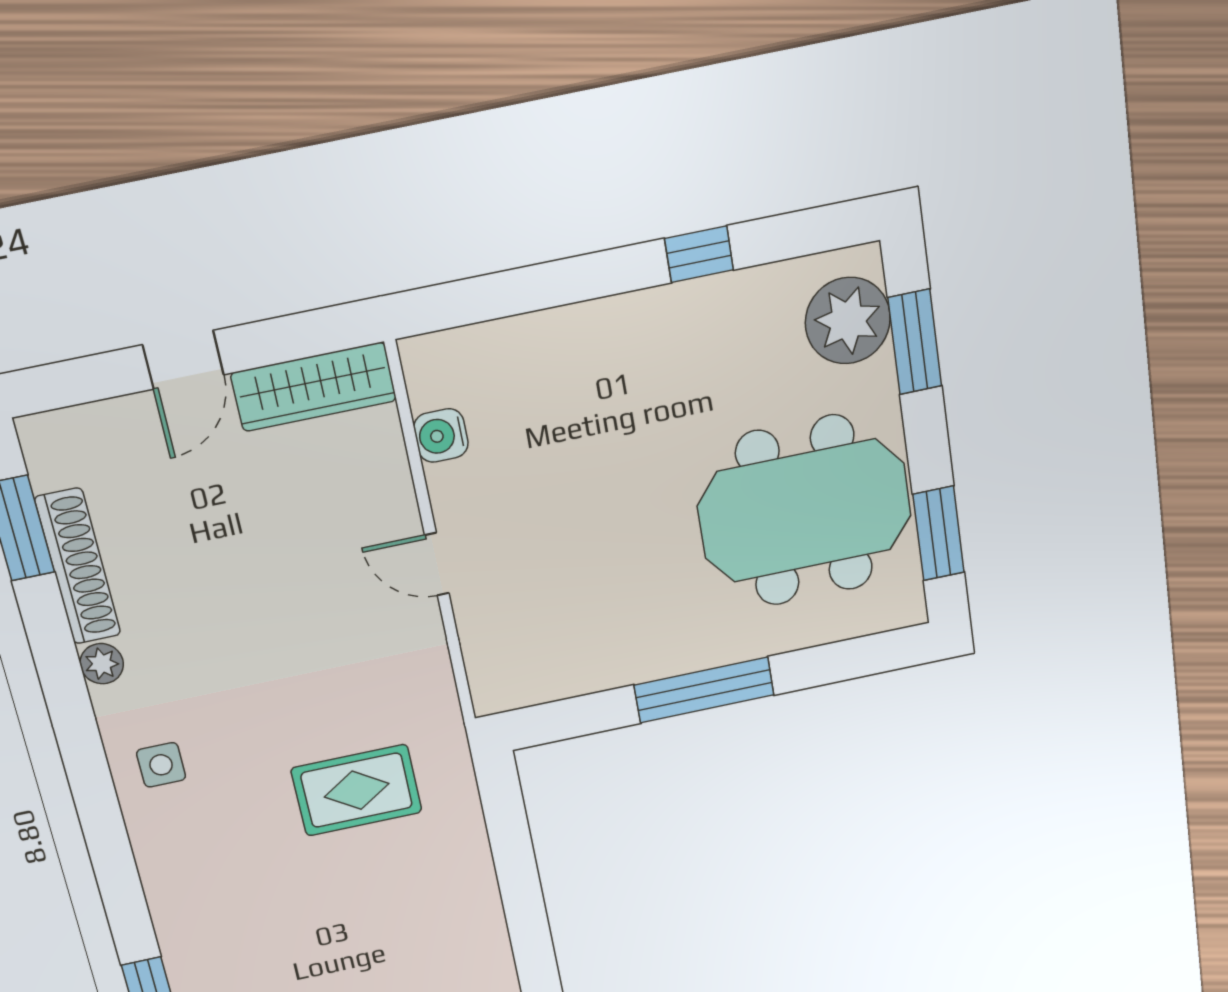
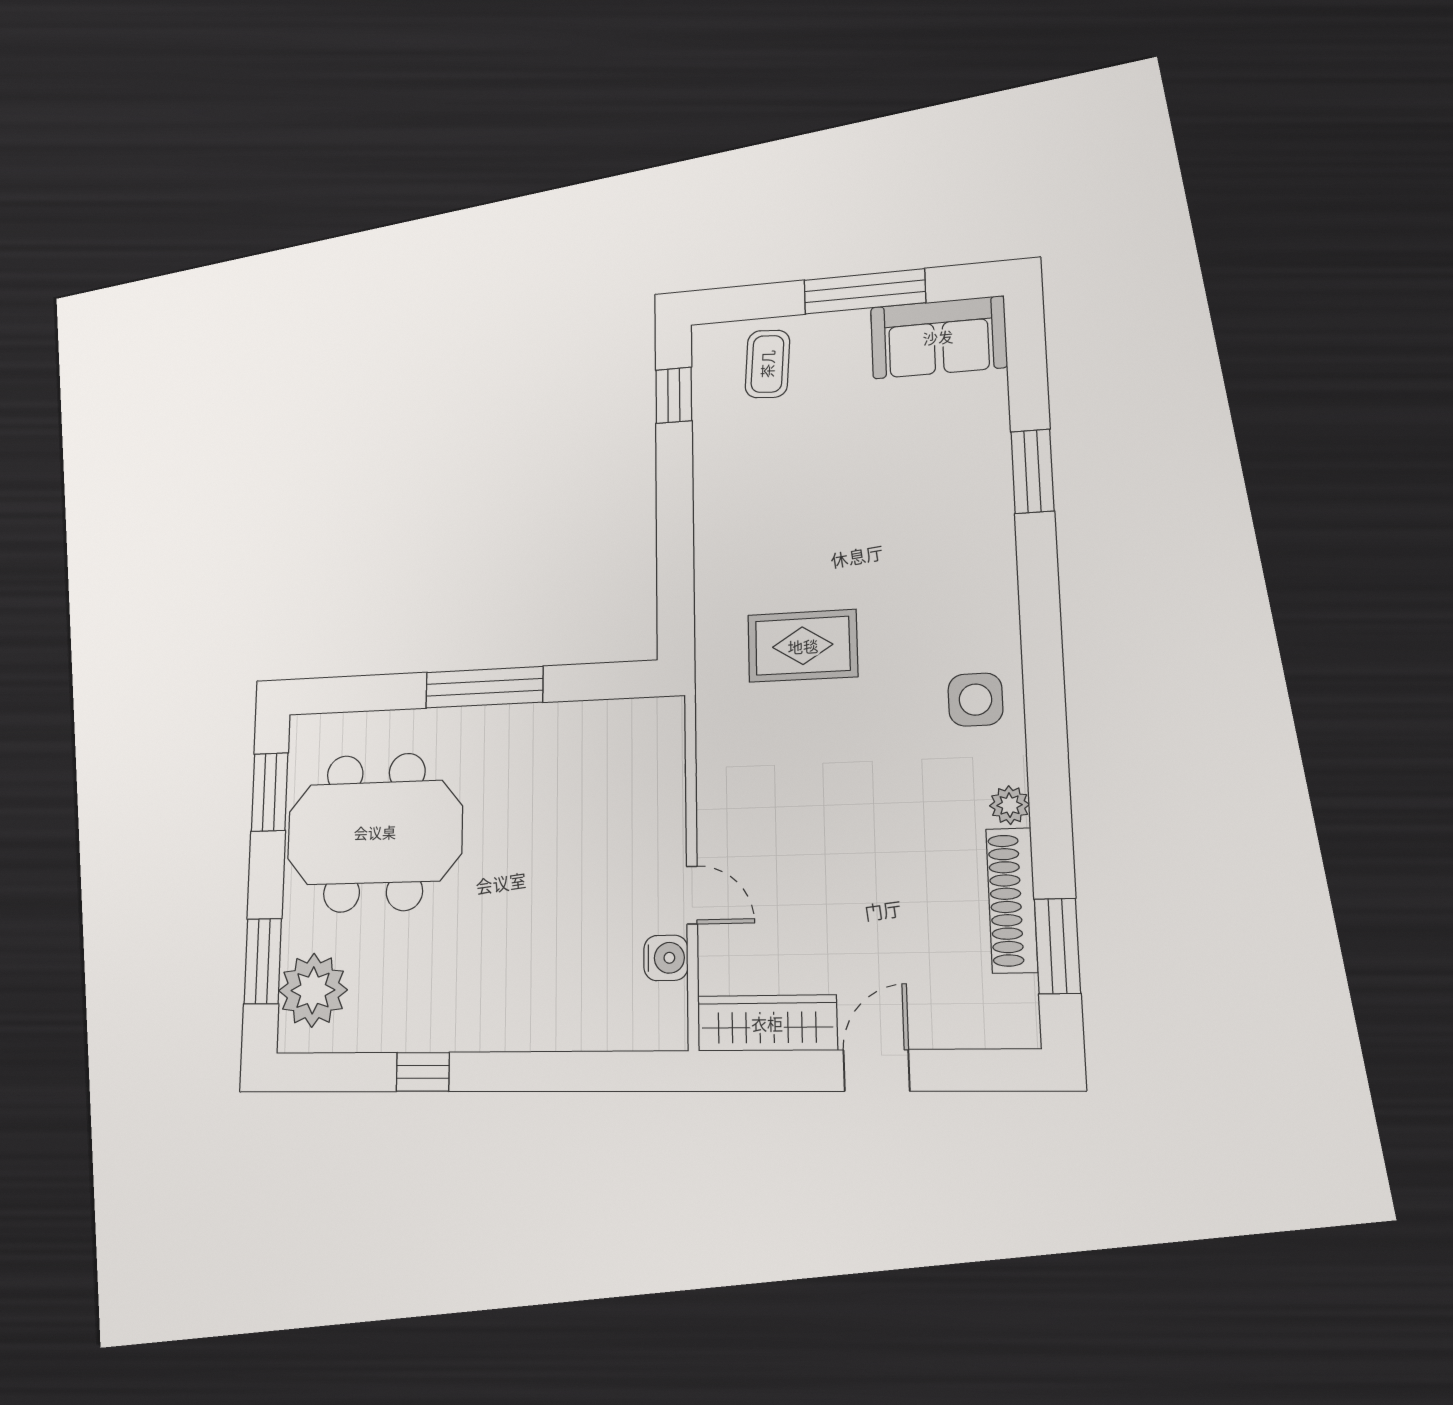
door: (437, 564) -> (692, 895), moved
side table: (161, 765) -> (975, 700), width x1.37, depth x1.37

